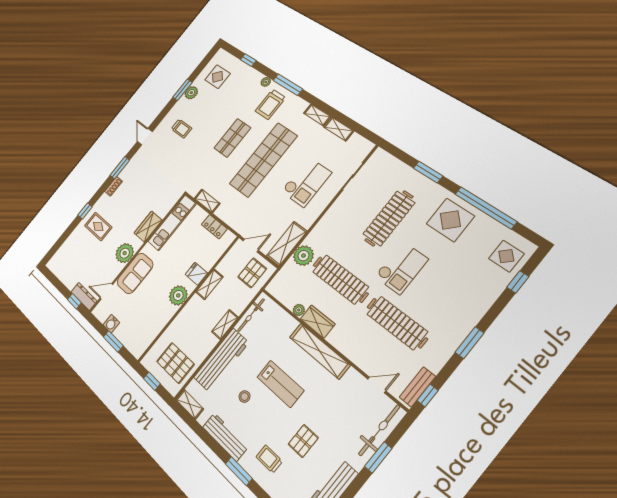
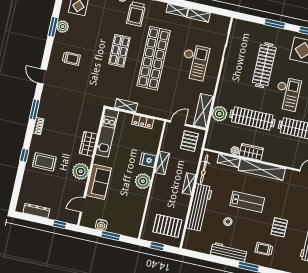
dresser: (84, 296) -> (36, 211), moved
shelving: (190, 404) -> (229, 161), moved

